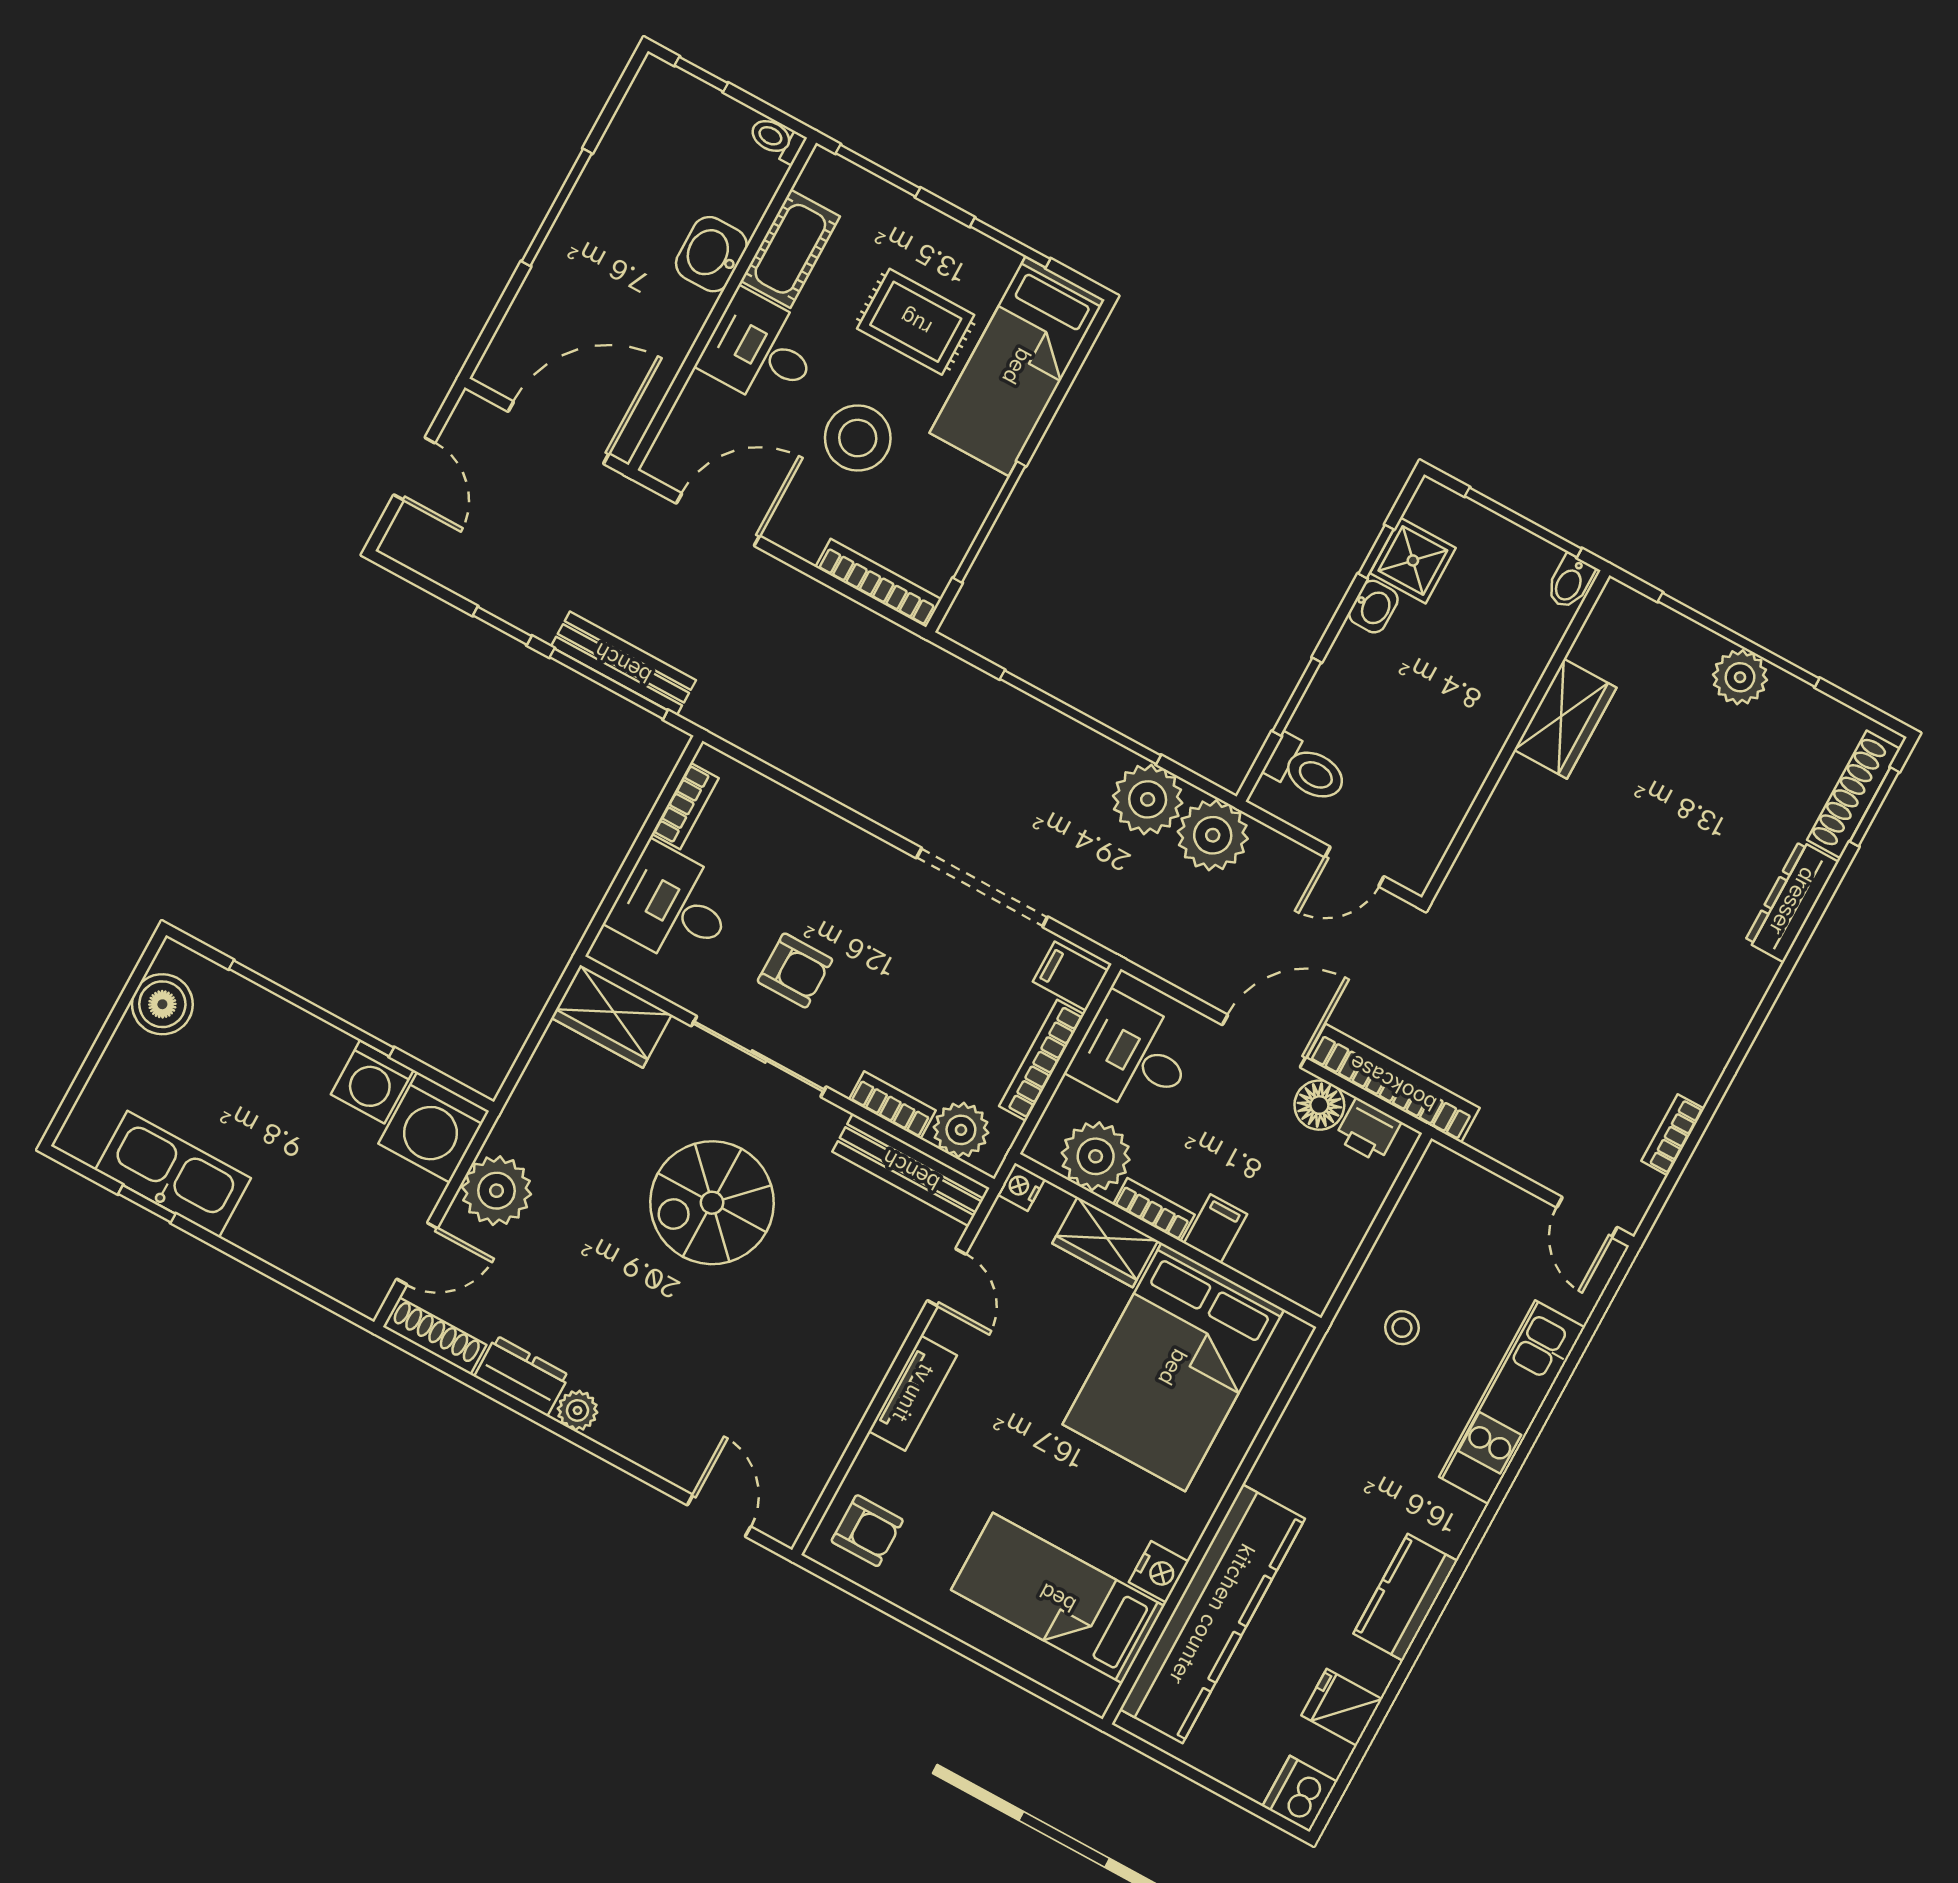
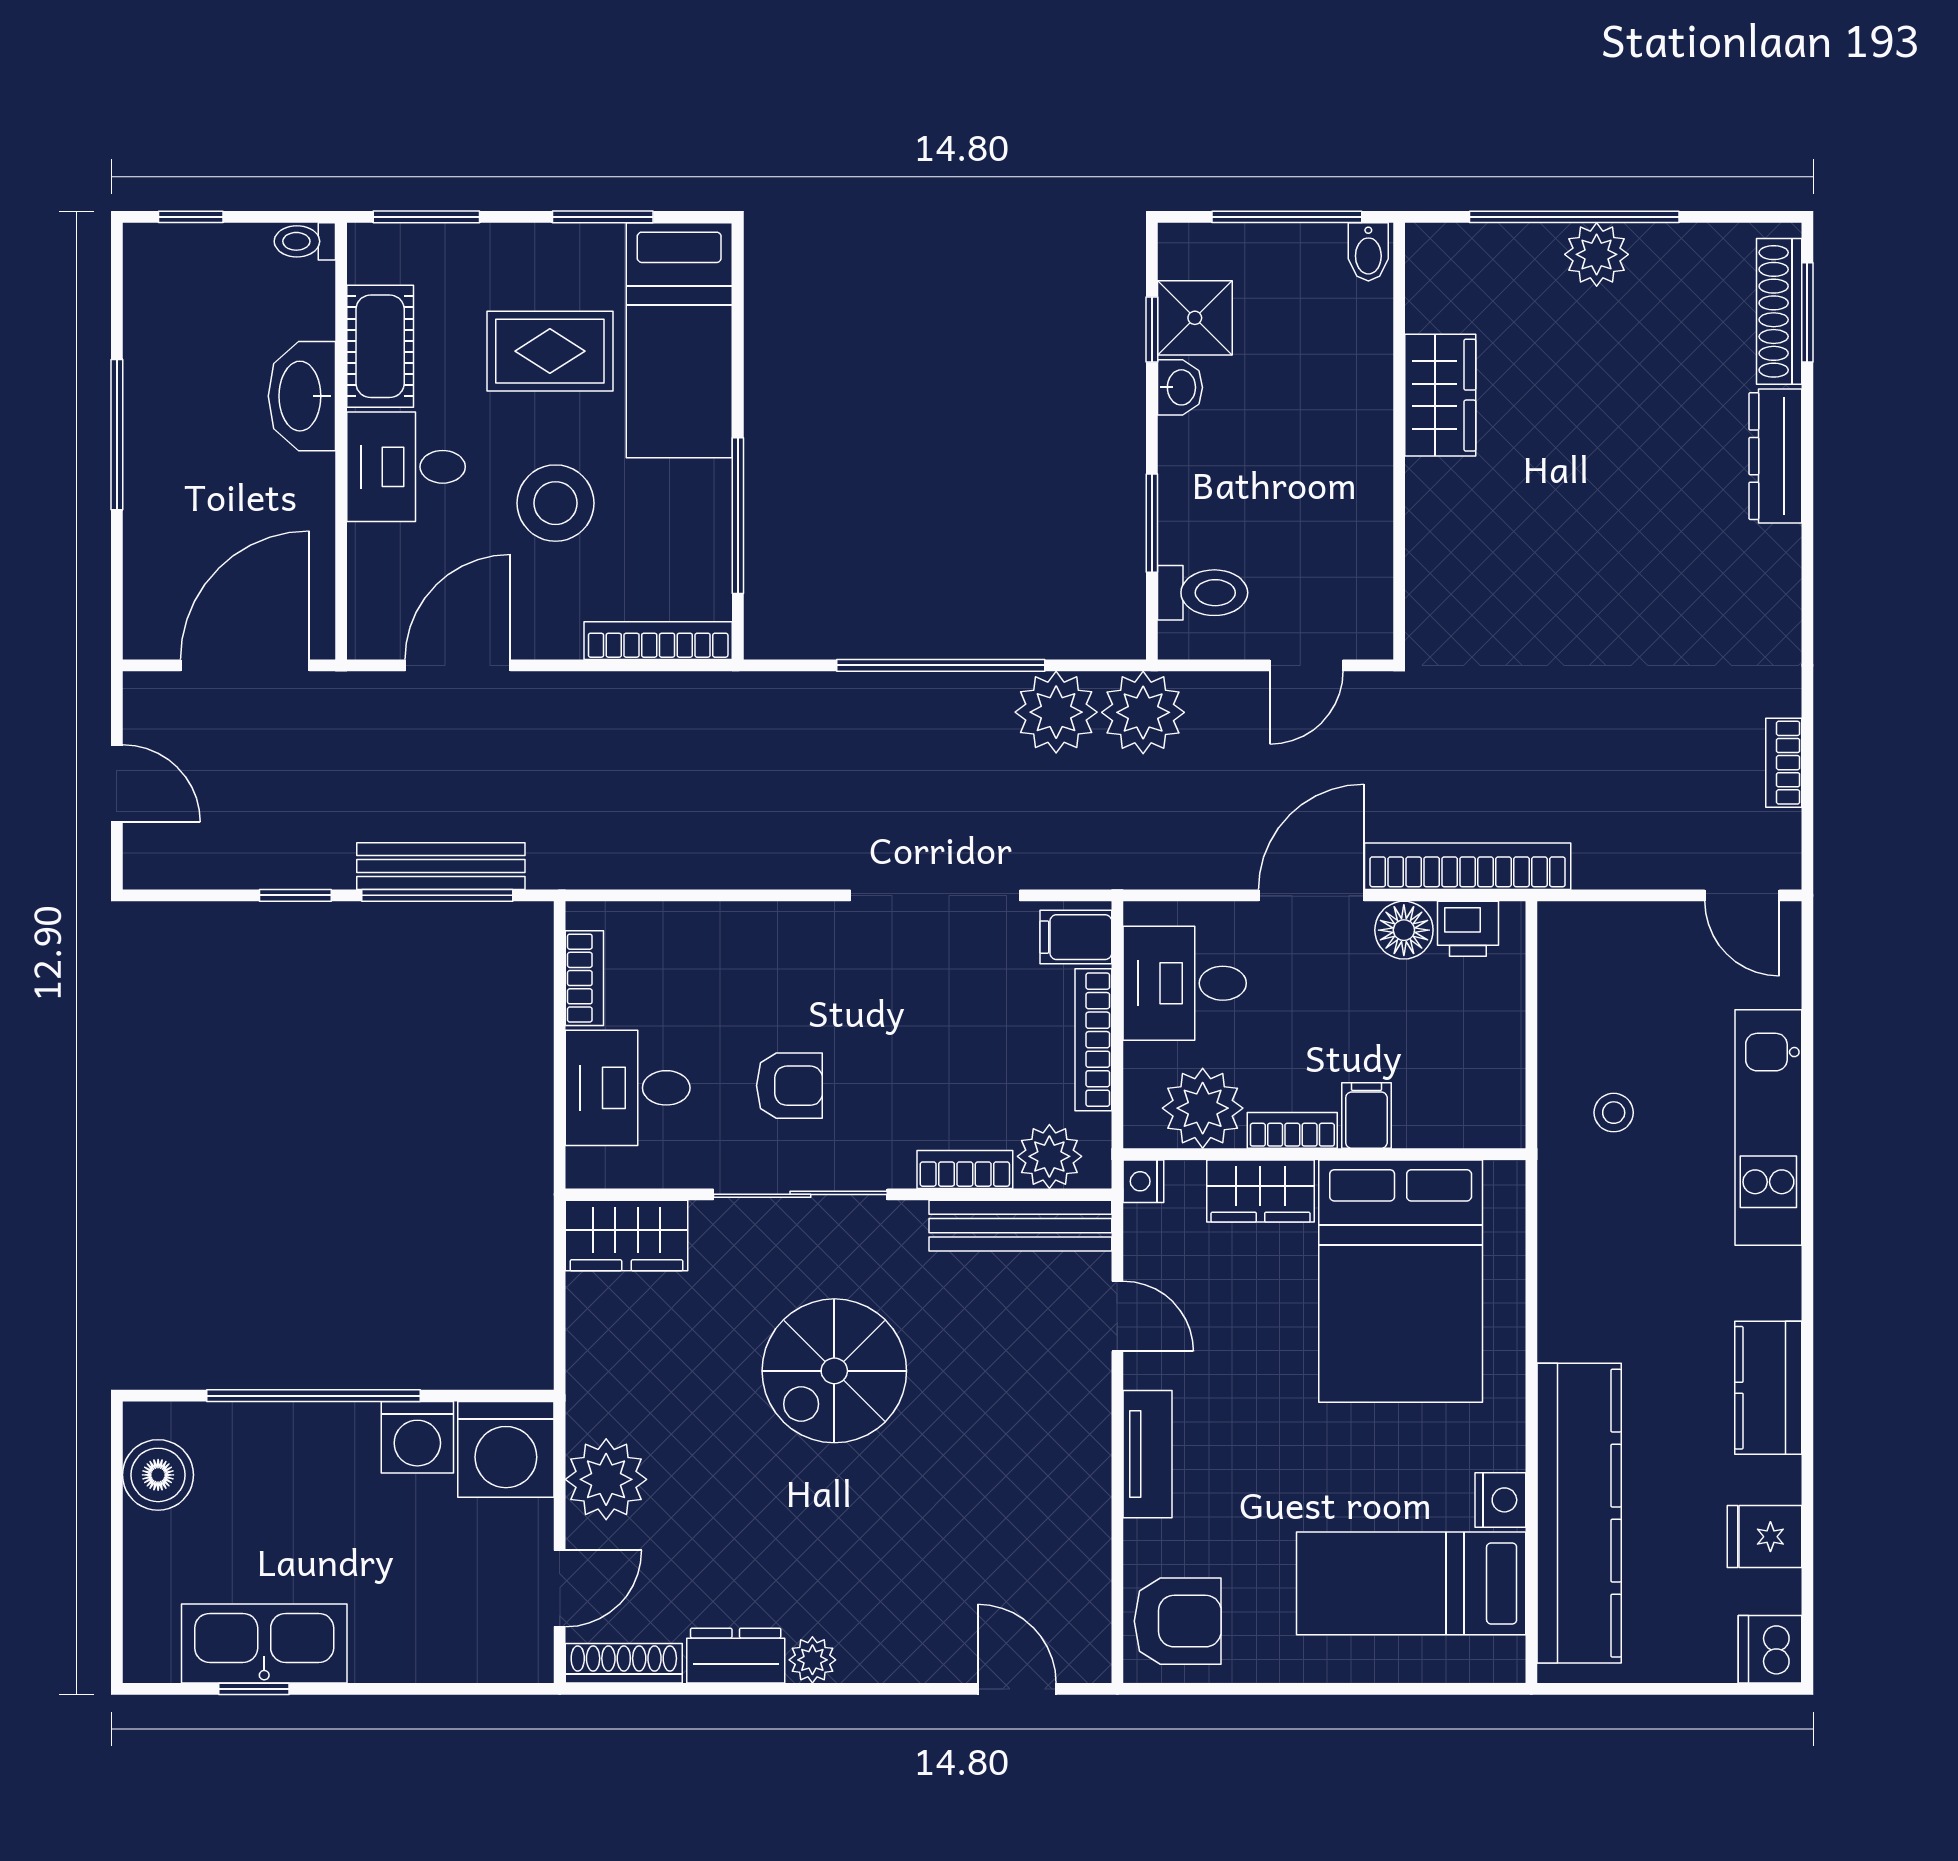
washbasin: (711, 254) -> (302, 396), width x1.38
armchair: (867, 1531) -> (1178, 1621), width x1.38, depth x1.38

